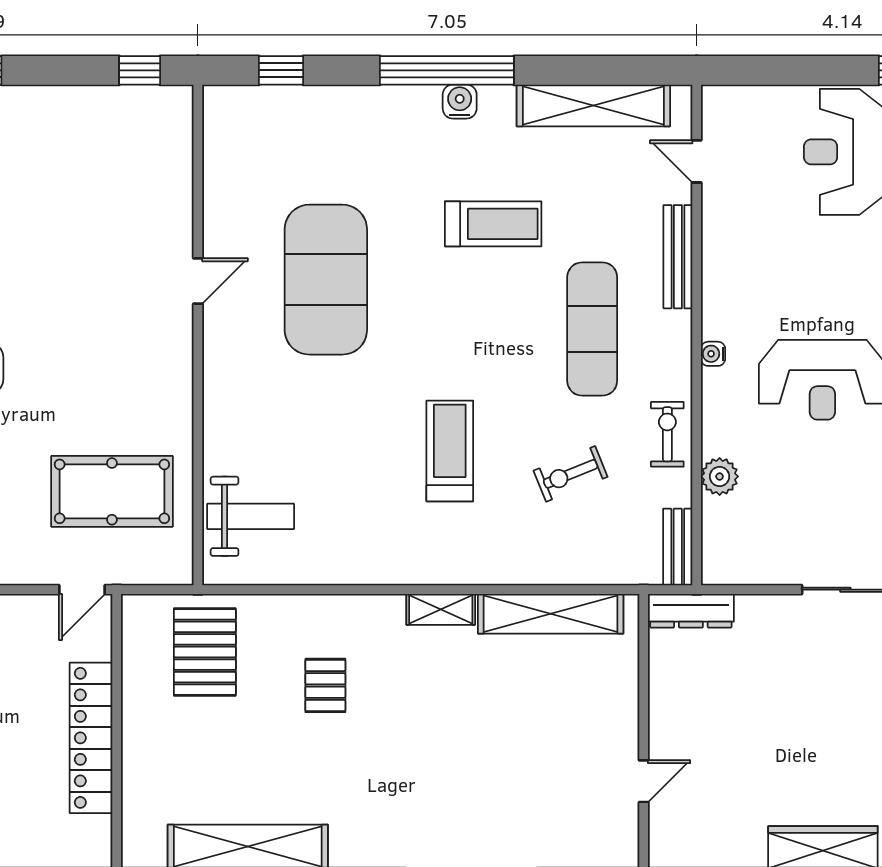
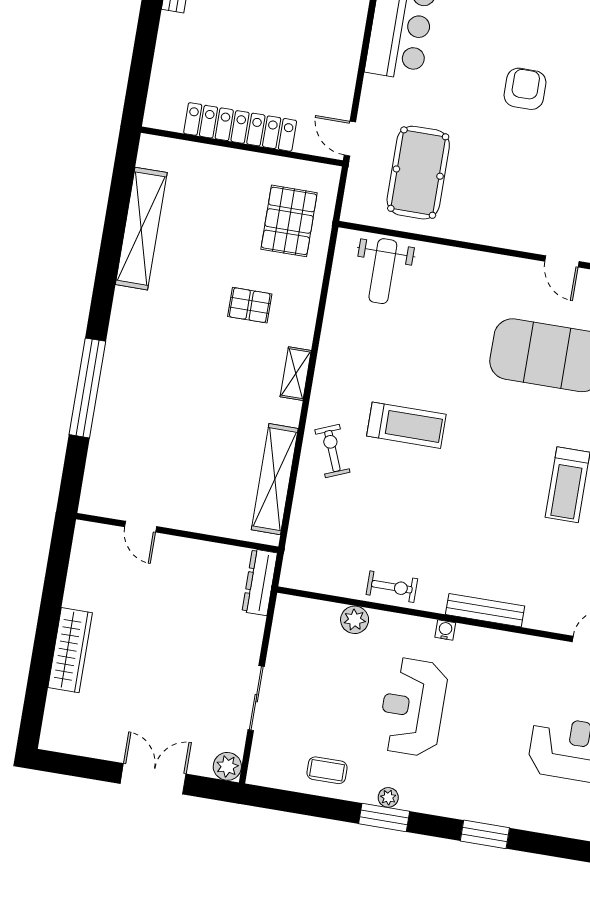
bench: (678, 257) -> (485, 610), moved
exercise mat: (592, 329) -> (478, 545), removed
exercise bike: (571, 474) -> (332, 451), moved
bench: (678, 547) -> (308, 580), removed
shelving: (441, 609) -> (296, 374), moved
pallet: (205, 652) -> (289, 221), turned 90

